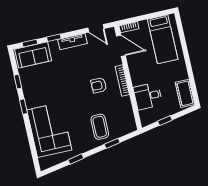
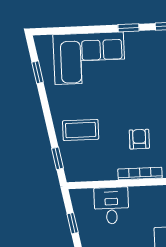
window: (112, 143) -> (58, 158), moved
window: (76, 159) -> (38, 72), moved

